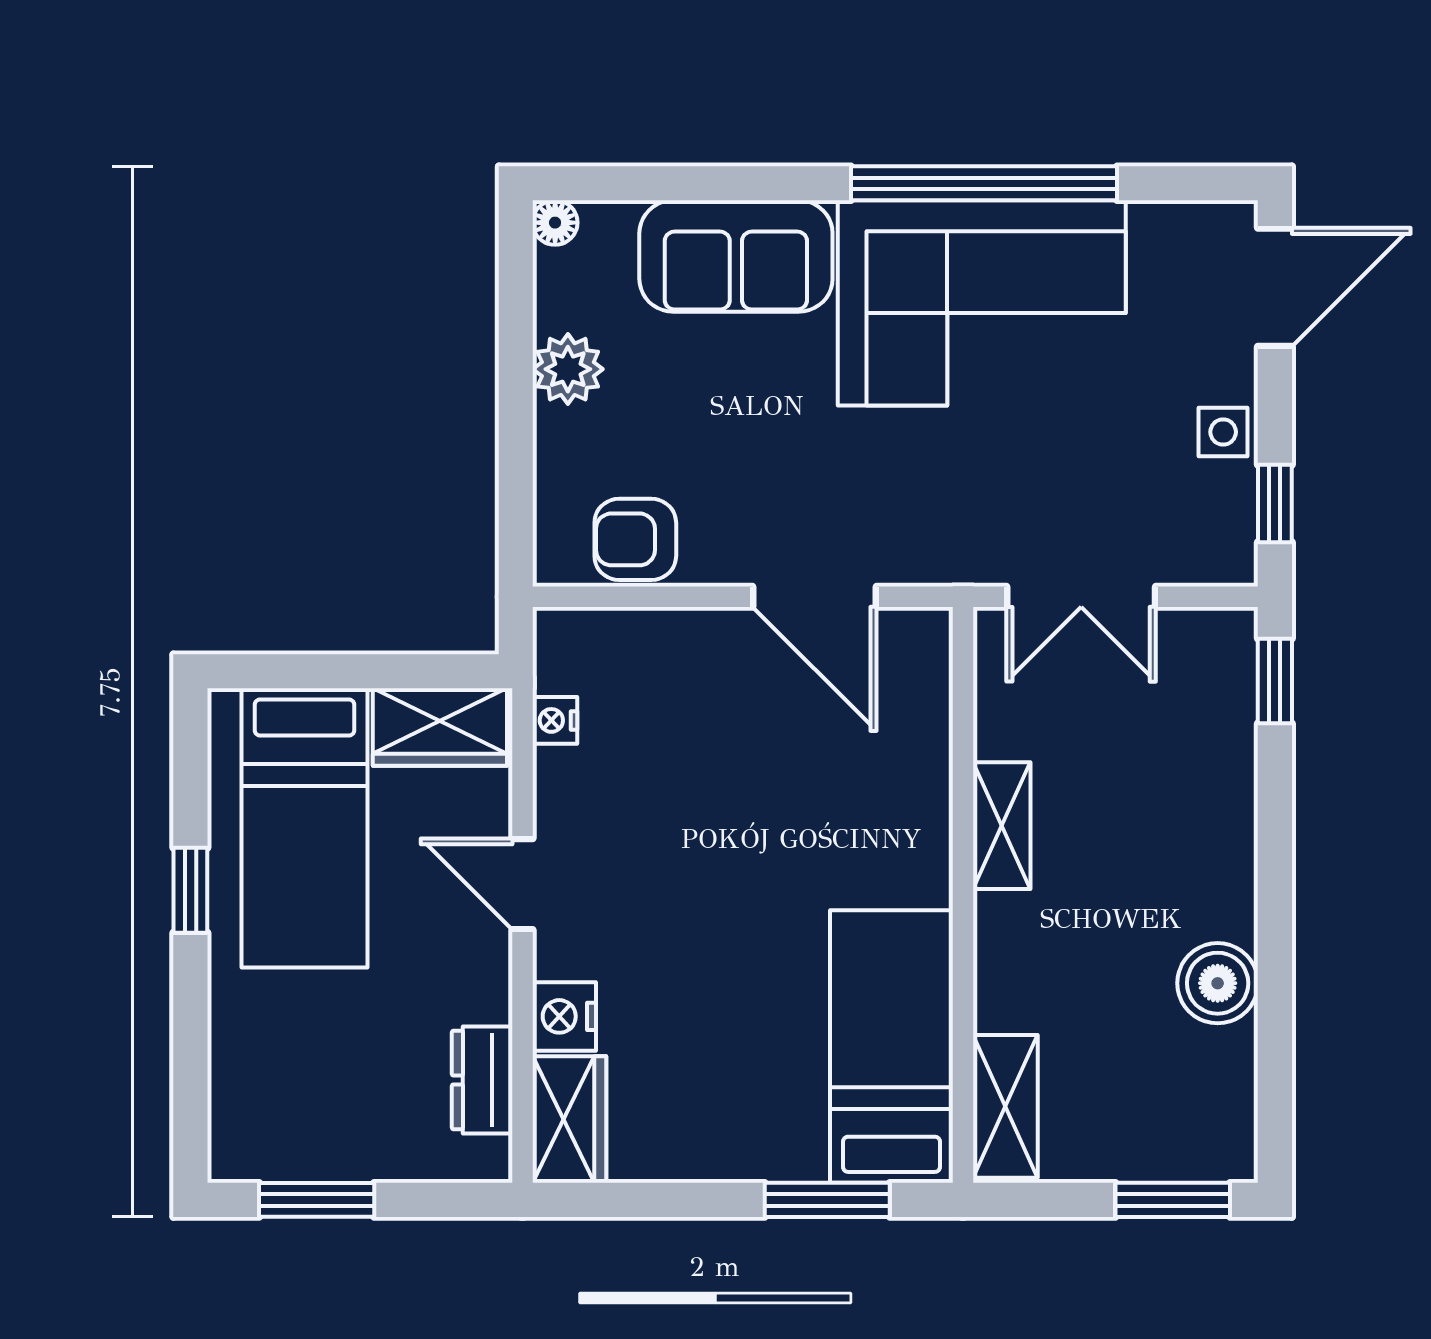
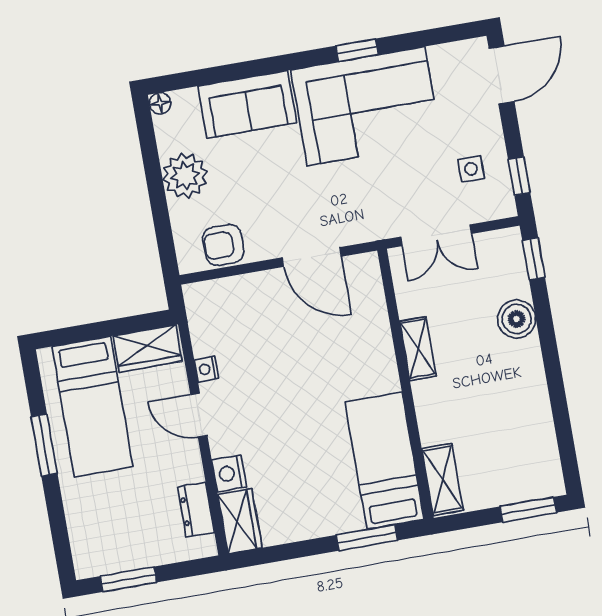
window: (984, 183) -> (357, 50), width x0.32
plant: (568, 369) -> (185, 176), width x1.36, depth x1.36
side table: (1223, 432) -> (471, 169), moved
nightstand: (555, 720) -> (206, 369), moved
window: (190, 890) -> (44, 445), width x1.50
boiler: (1218, 983) -> (517, 319), moved

